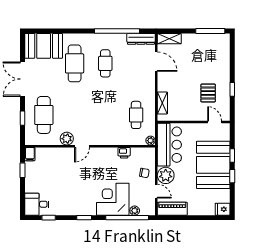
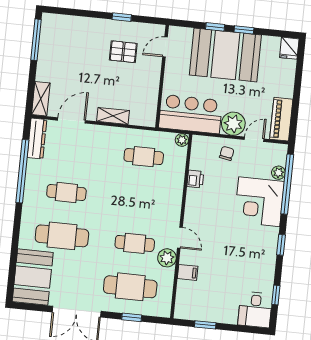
shelving: (162, 103) -> (113, 116), moved
cafe table: (75, 115) -> (135, 243), added
filing cabinet: (30, 154) -> (188, 272), moved

